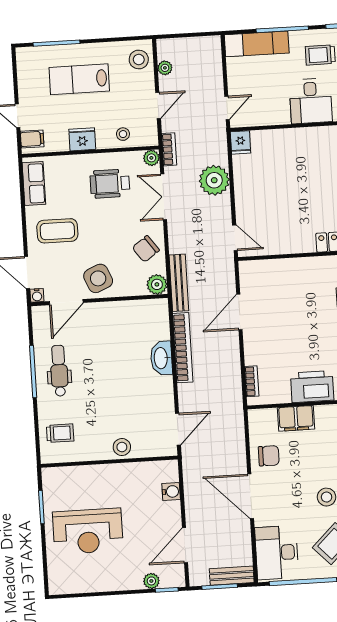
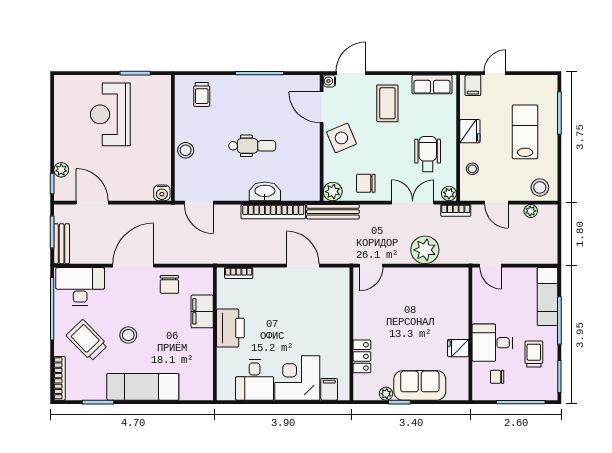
fridge: (241, 142) -> (458, 348), moved
chair: (146, 249) -> (366, 183), turned -54
dental chair: (59, 371) -> (252, 146), moved
water cooler: (171, 492) -> (162, 193), moved

